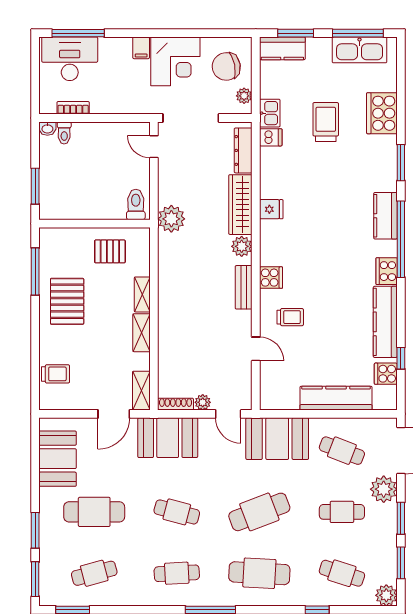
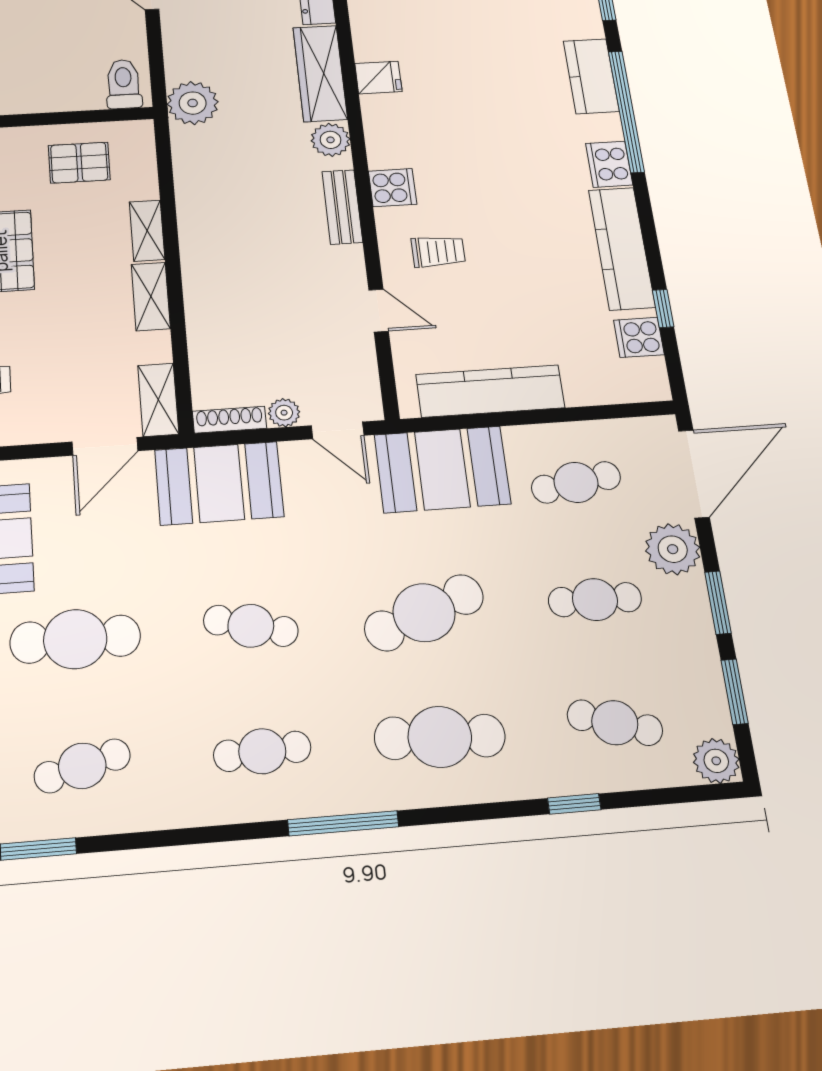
kitchen counter: (336, 398) -> (490, 391), moved
cafe table: (342, 451) -> (576, 482), turned -30

